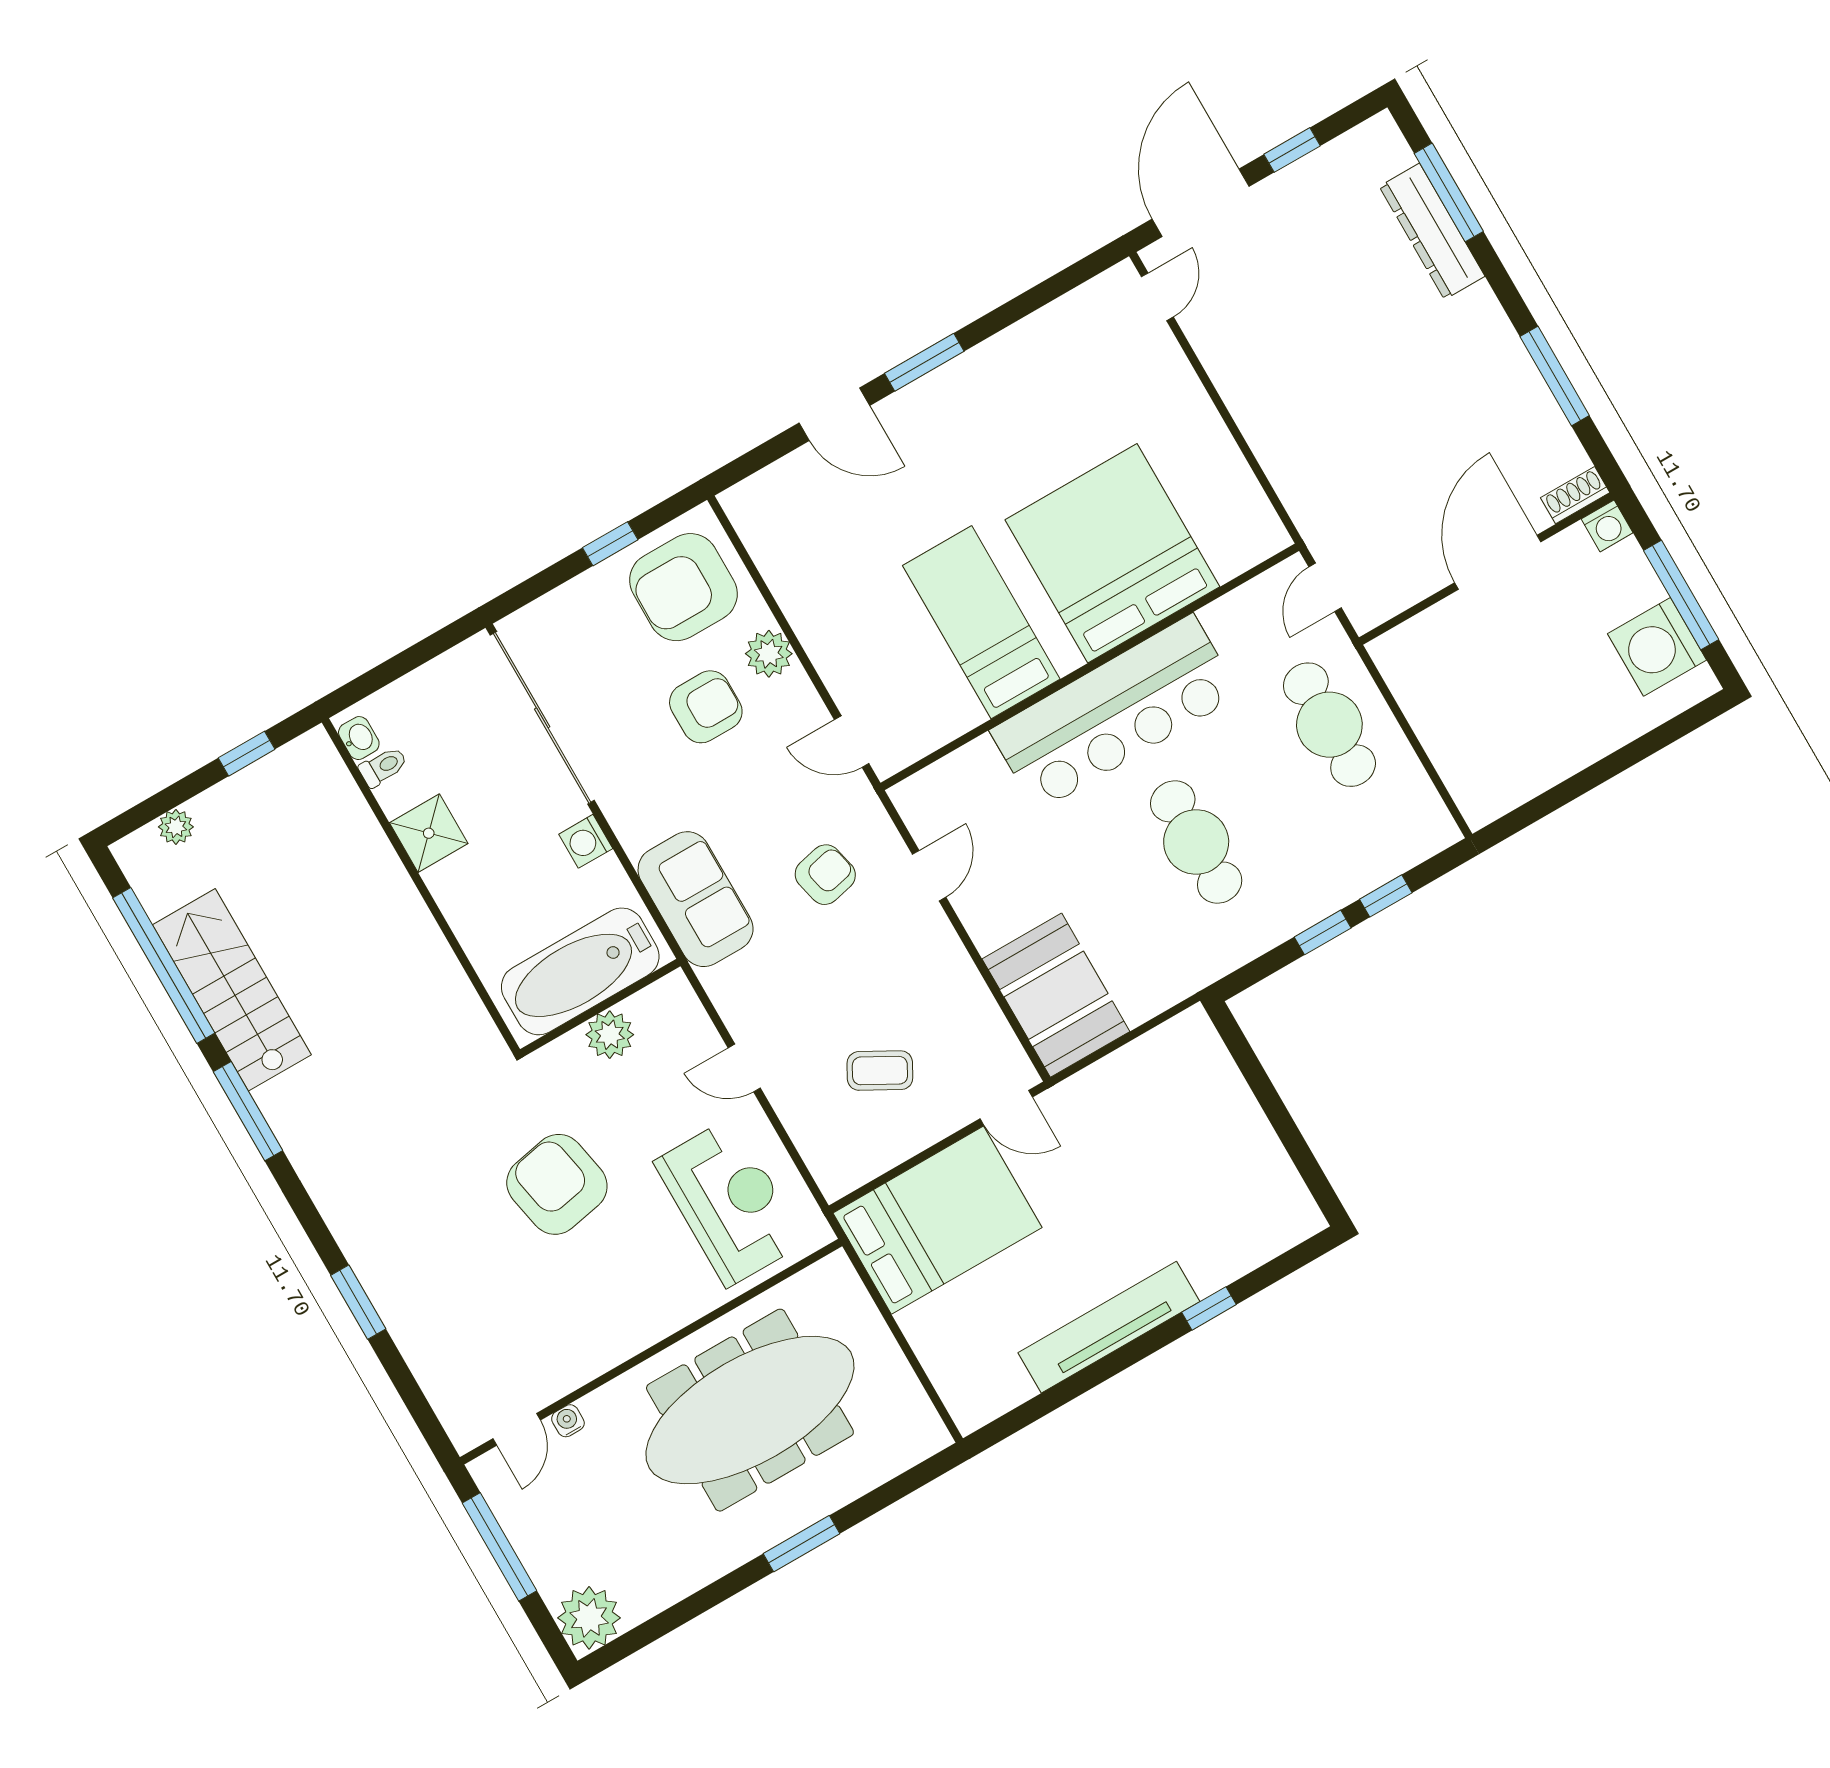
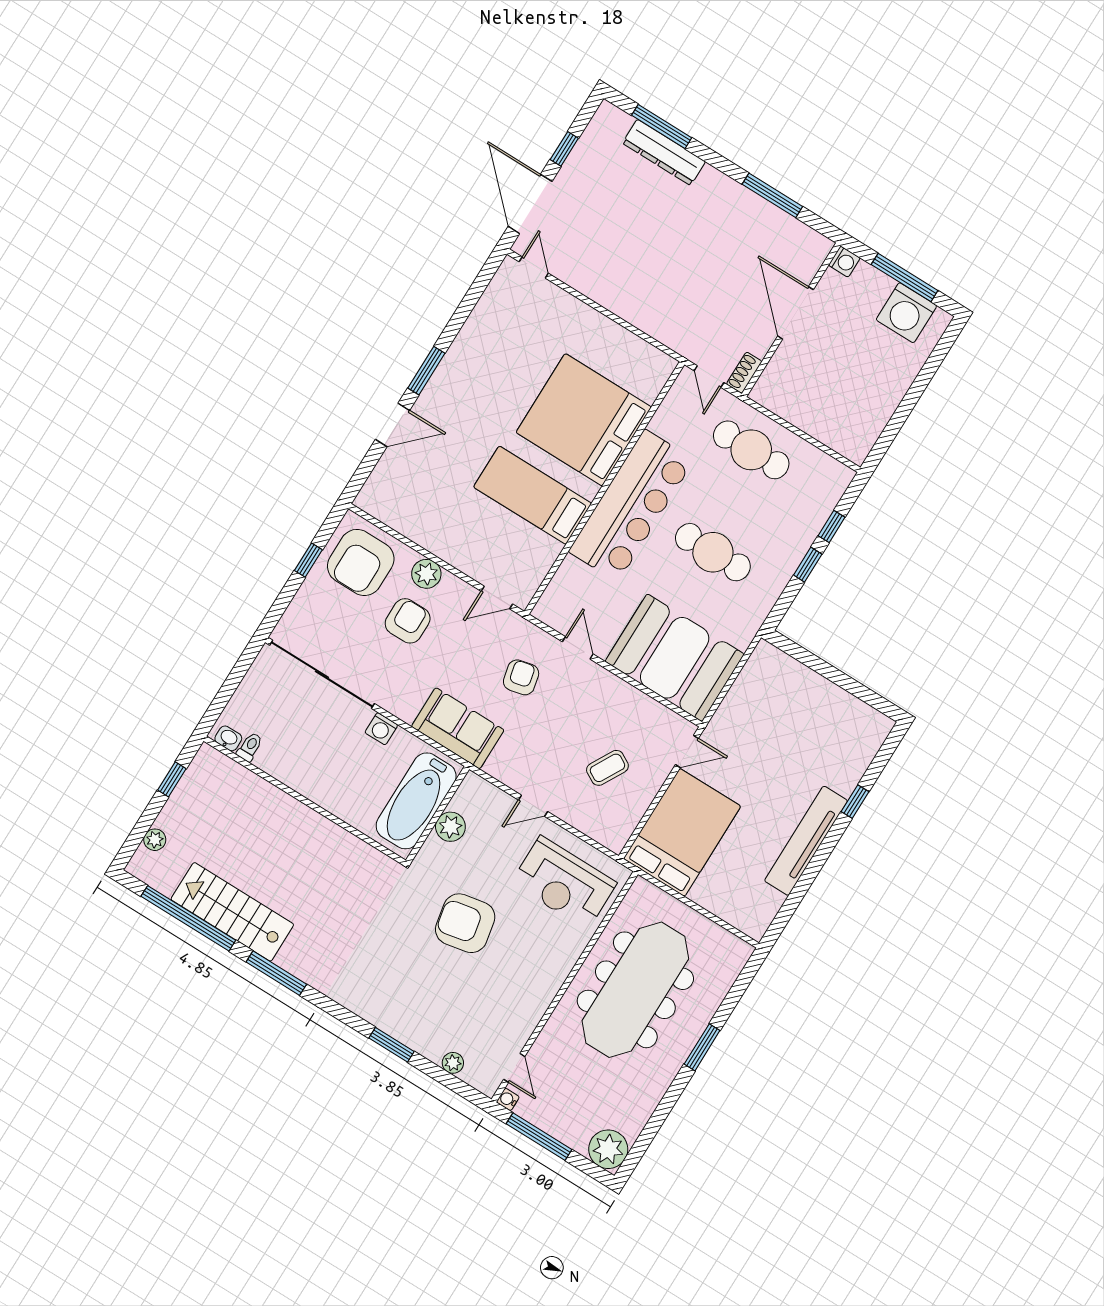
shoe rack: (1575, 495) -> (744, 373), moved
shower: (429, 833) -> (294, 770), removed
booth: (1056, 995) -> (675, 658), width x1.36, depth x1.42
reception desk: (729, 1202) -> (564, 883), turned 180
plant: (432, 1375) -> (453, 1063), added
water cooler: (568, 1421) -> (508, 1099), moved

